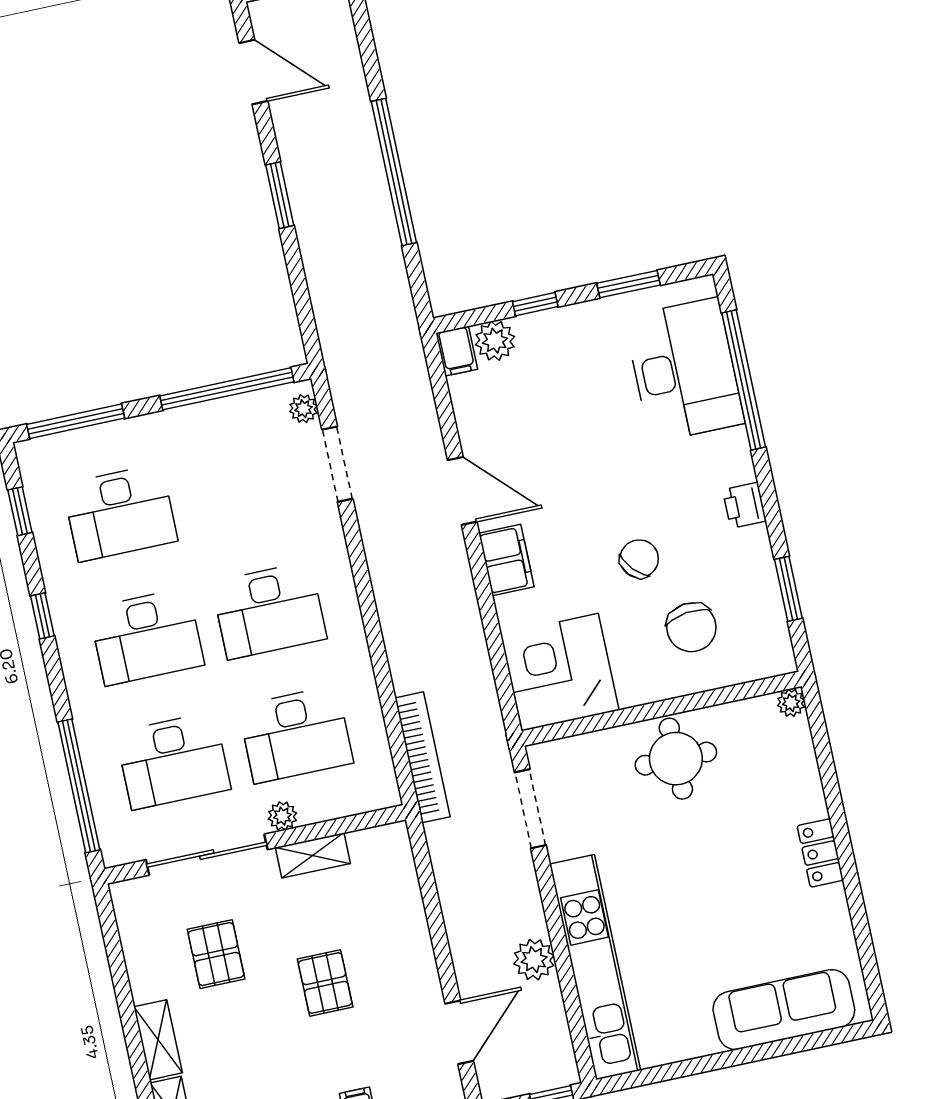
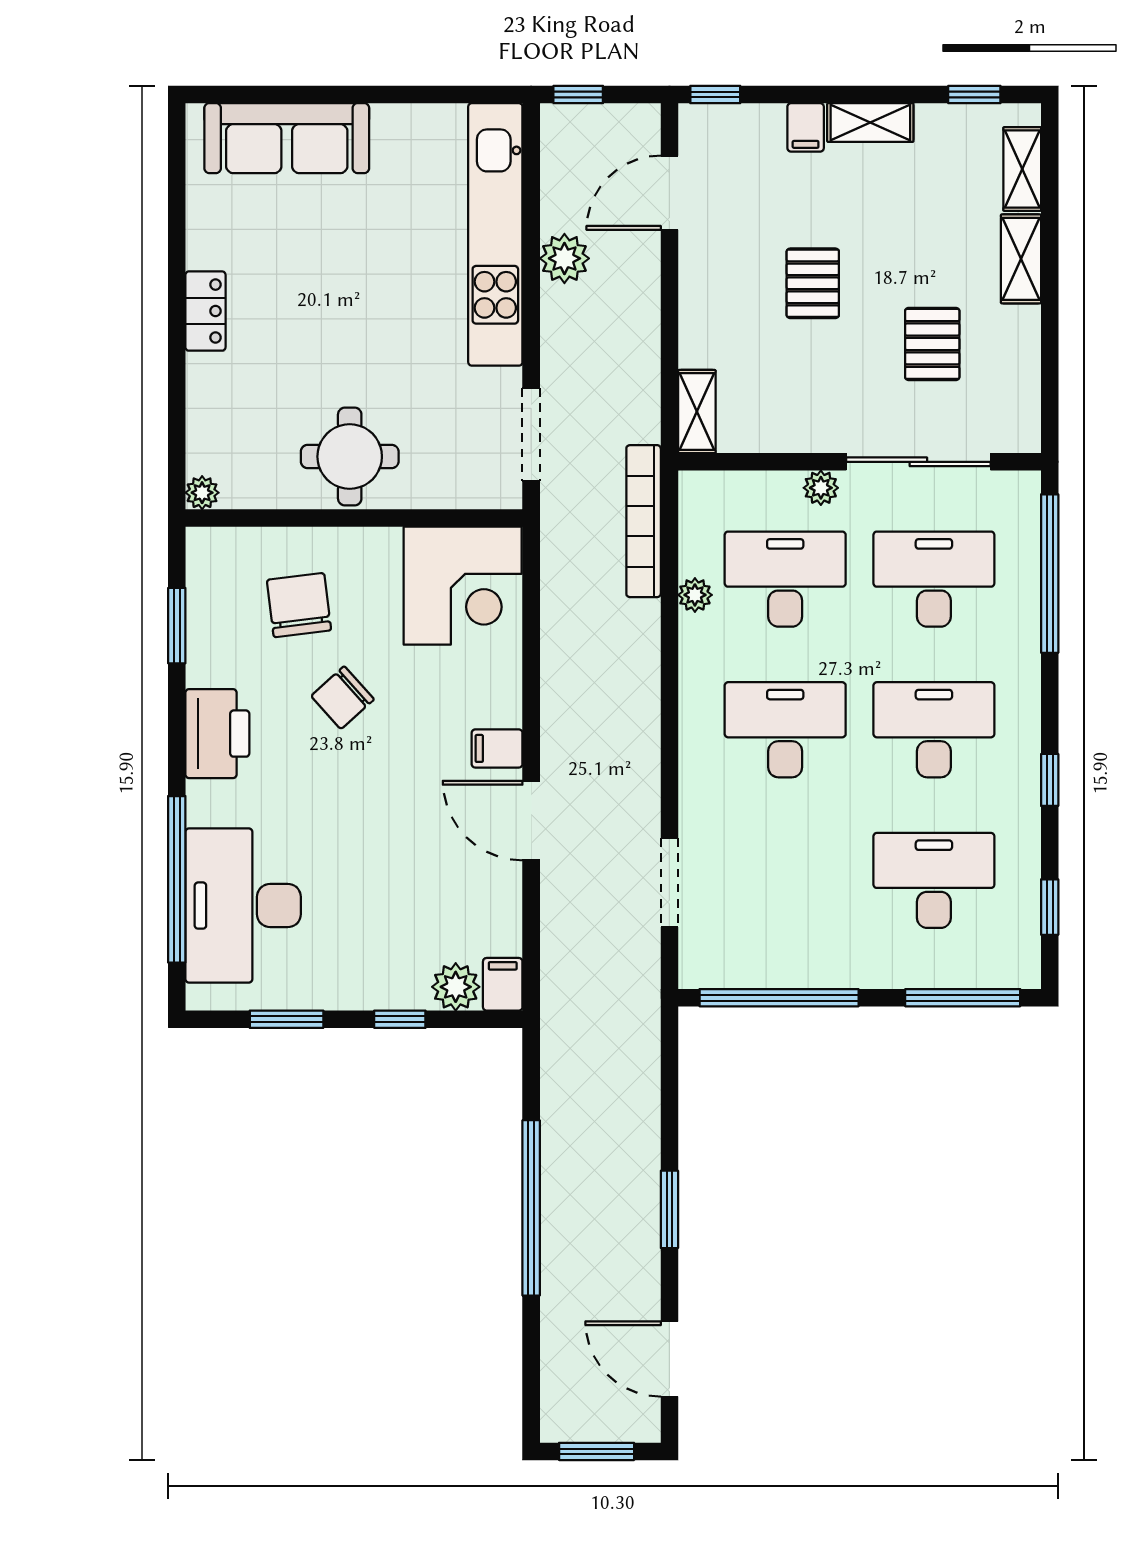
plant: (303, 409) -> (695, 595), moved
printer: (744, 505) -> (217, 734), width x1.87, depth x1.48
filing cabinet: (506, 560) -> (497, 748), width x0.50
shelving: (313, 855) -> (697, 412), moved, turned 90

